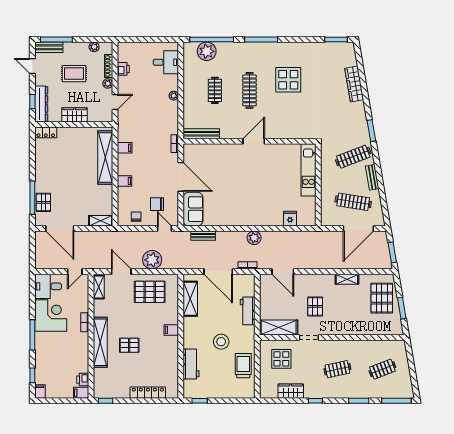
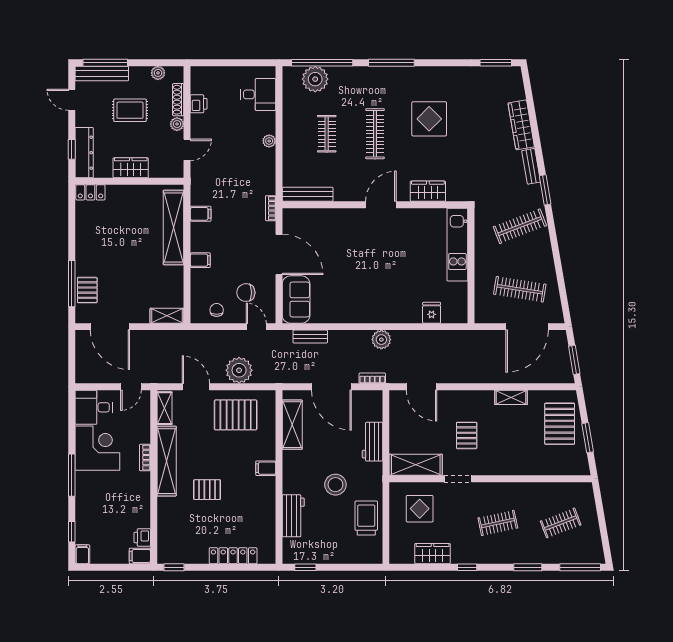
bench: (49, 47) -> (102, 74), width x1.36
wardrobe: (287, 132) -> (428, 191), added
bench: (372, 177) -> (531, 166), moved
shelving: (100, 342) -> (167, 461), moved

